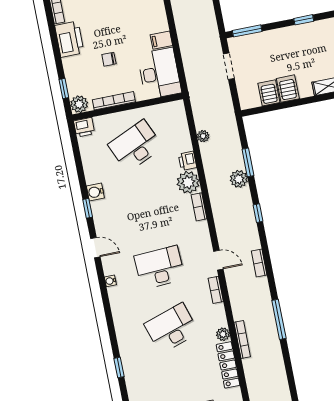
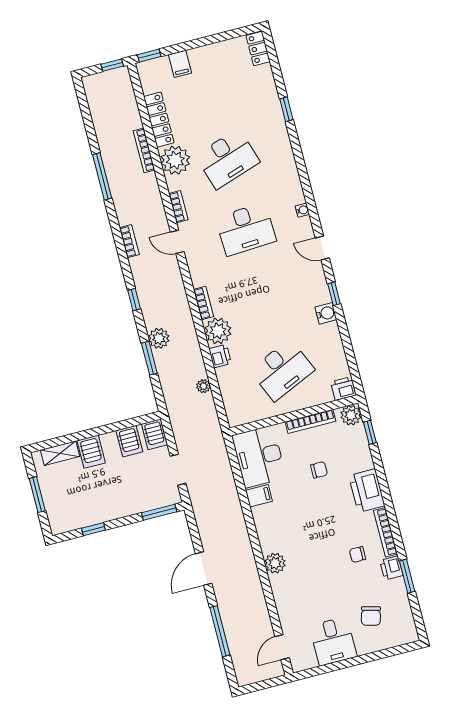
server rack: (288, 89) -> (91, 452), moved
server rack: (247, 97) -> (155, 434), added
plant: (223, 334) -> (175, 160), width x1.88, depth x1.88

